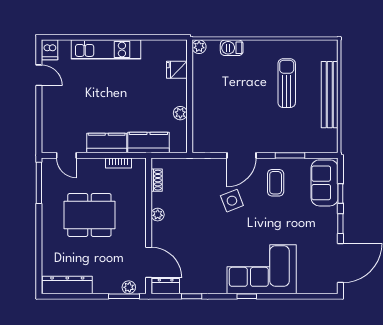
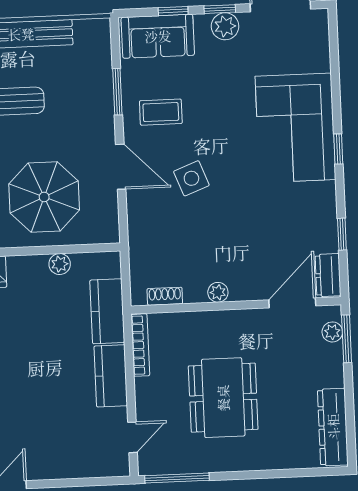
parasol: (224, 105) -> (44, 197), added
bookcase: (118, 163) -> (140, 345), width x1.56
plant: (329, 227) -> (225, 26), added

